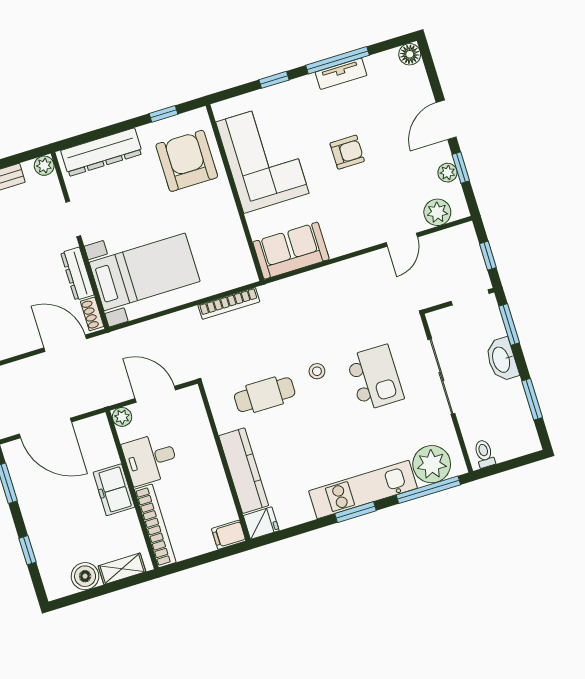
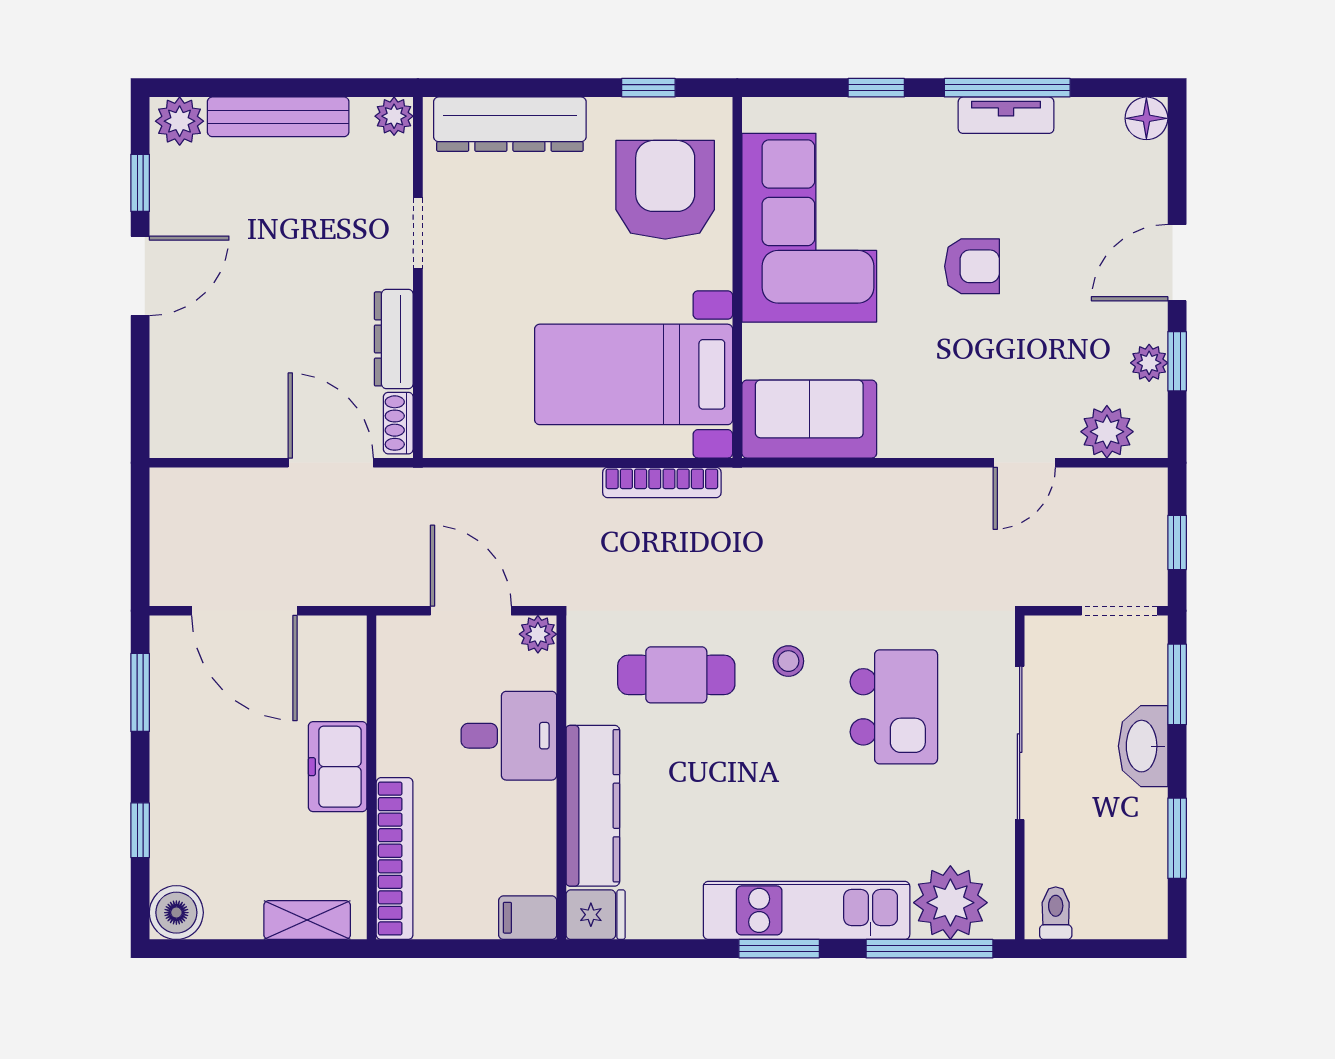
bed with nightstands: (145, 272) -> (634, 374), moved, turned 180
plant: (122, 417) -> (538, 634), moved
desk: (150, 459) -> (509, 736), moved, turned 180
boiler: (85, 576) -> (176, 913), moved

